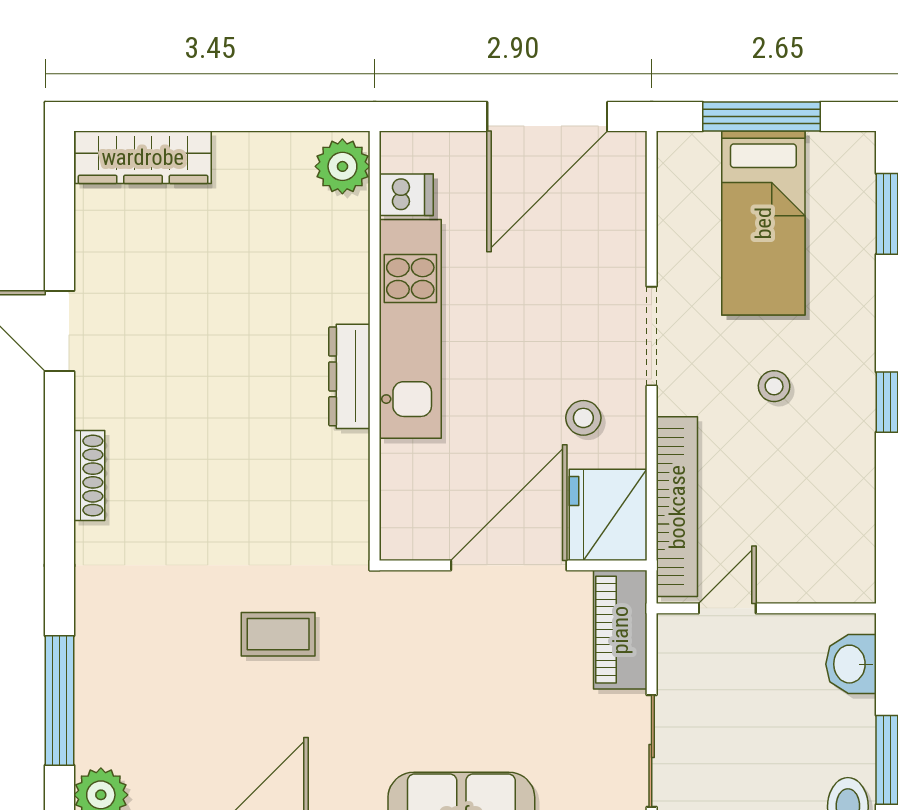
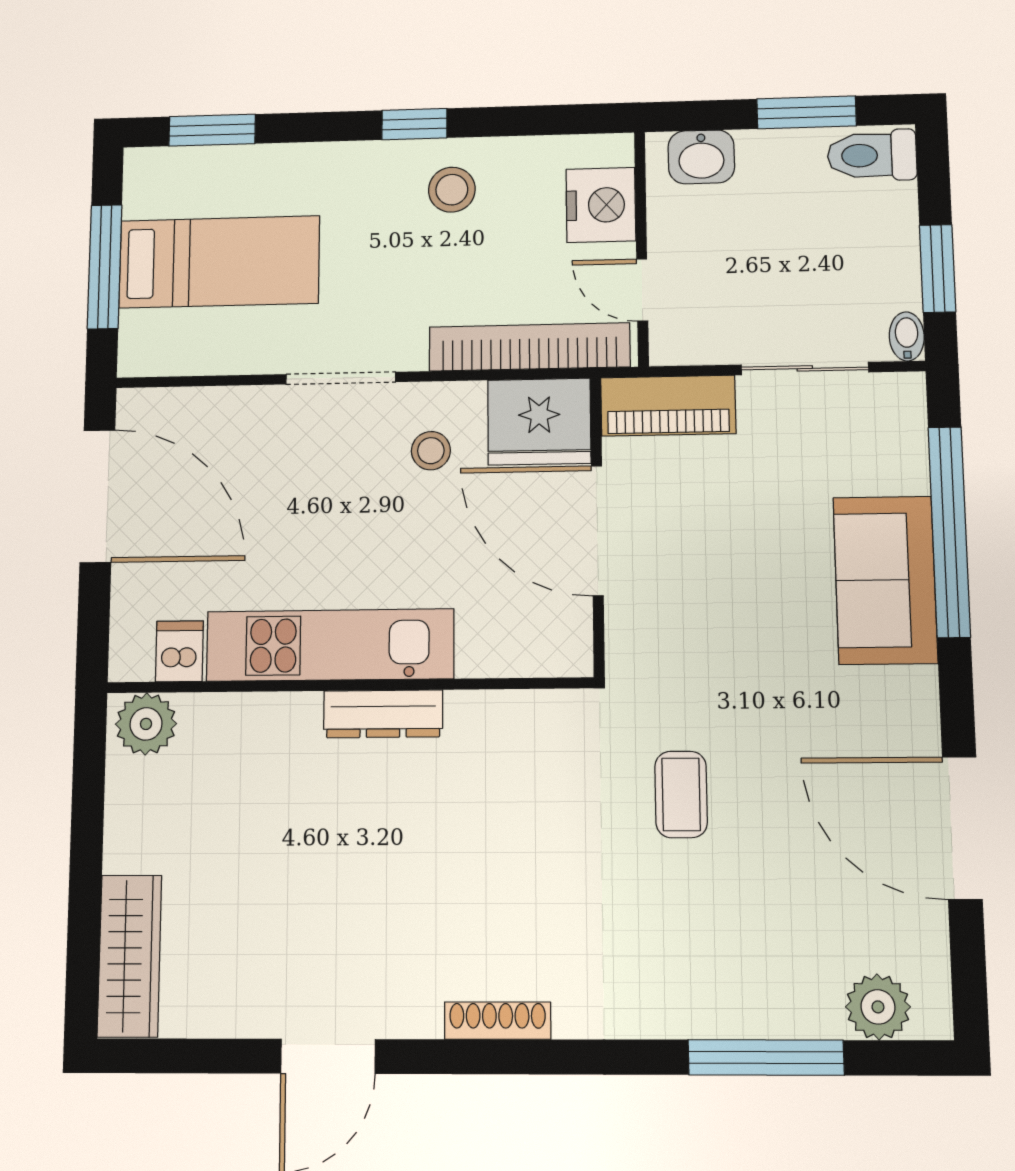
stool: (774, 386) -> (452, 190), moved, width x1.37, depth x1.37
nightstand: (808, 572) -> (601, 205), added

